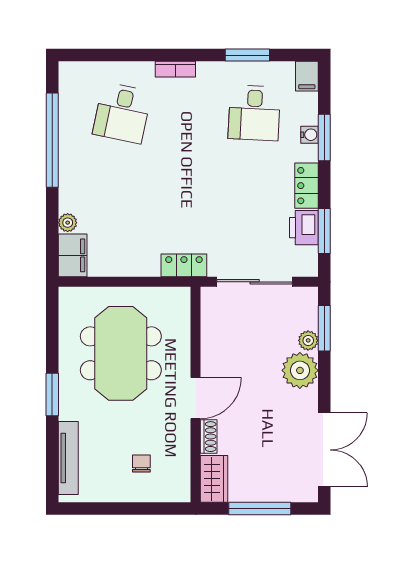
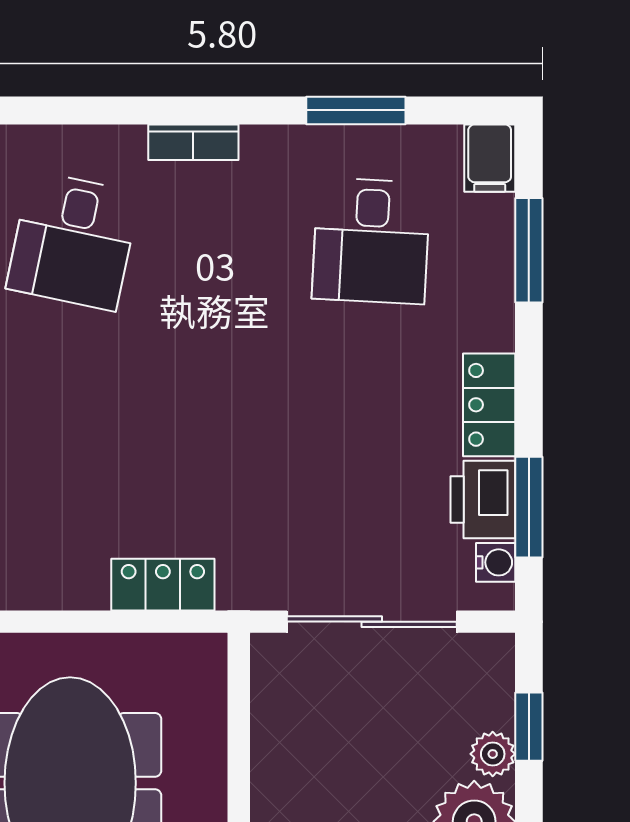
water cooler: (309, 135) -> (496, 562), moved
window: (324, 138) -> (529, 250), moved
locker: (184, 265) -> (163, 585), moved
window: (324, 328) -> (529, 727), width x0.67

